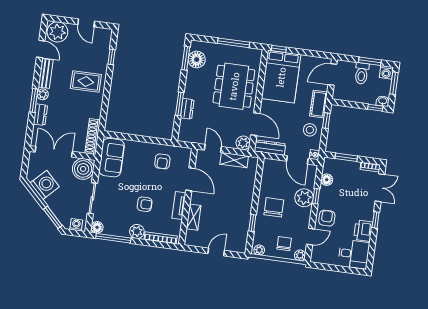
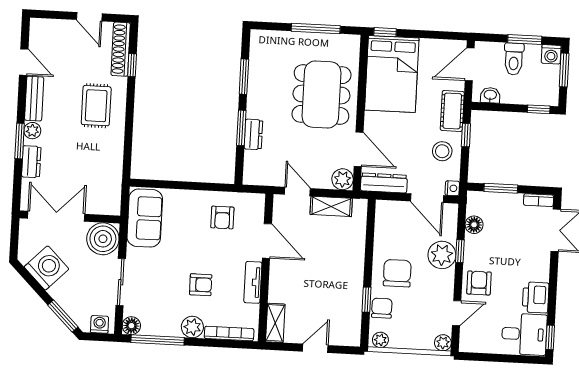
plant: (57, 32) -> (47, 34), removed
window: (186, 58) -> (244, 77), moved
floor lamp: (197, 60) -> (262, 59), removed
rug: (86, 81) -> (96, 106), turned 90
washbasin: (383, 101) -> (490, 95), moved
shoe rack: (93, 137) -> (121, 49), moved
shelving: (194, 217) -> (275, 323), moved
window: (376, 220) -> (550, 337), moved
chair: (284, 244) -> (382, 308), moved

